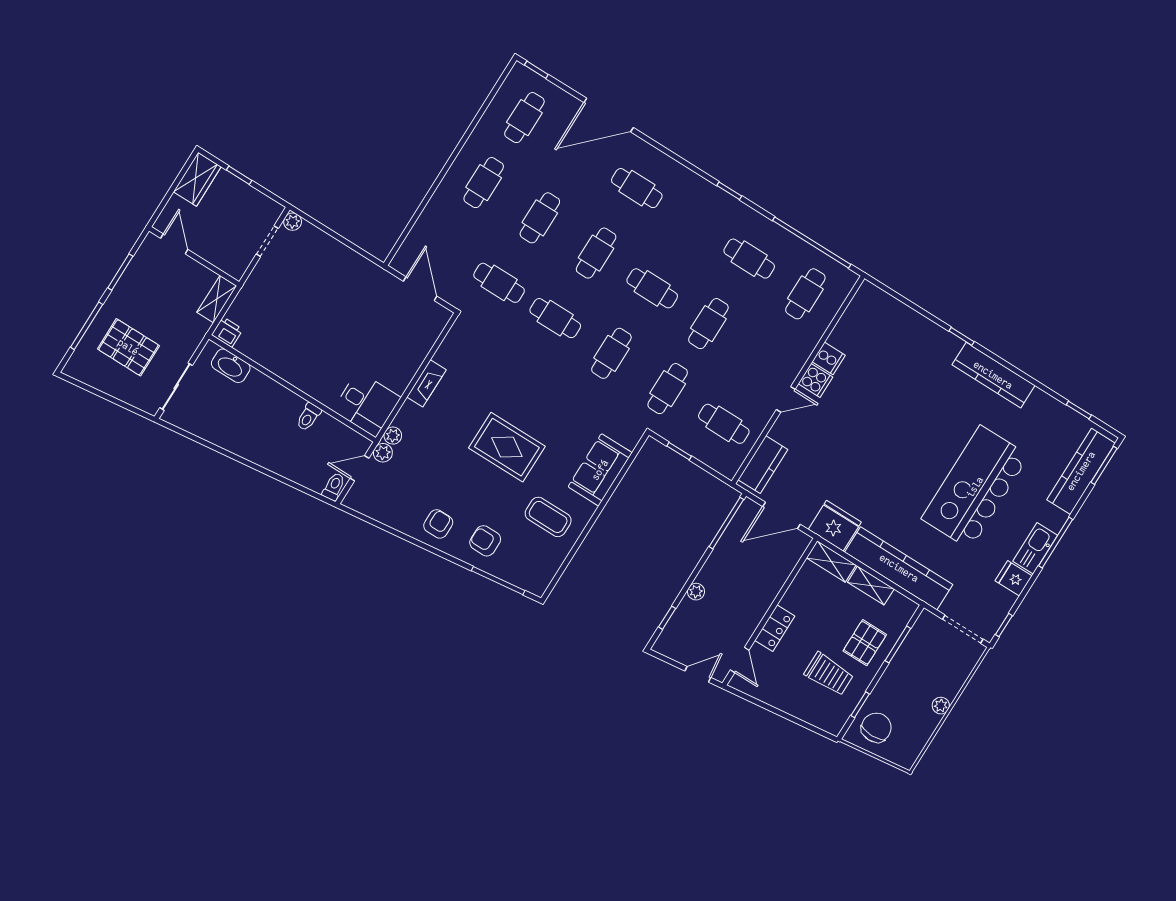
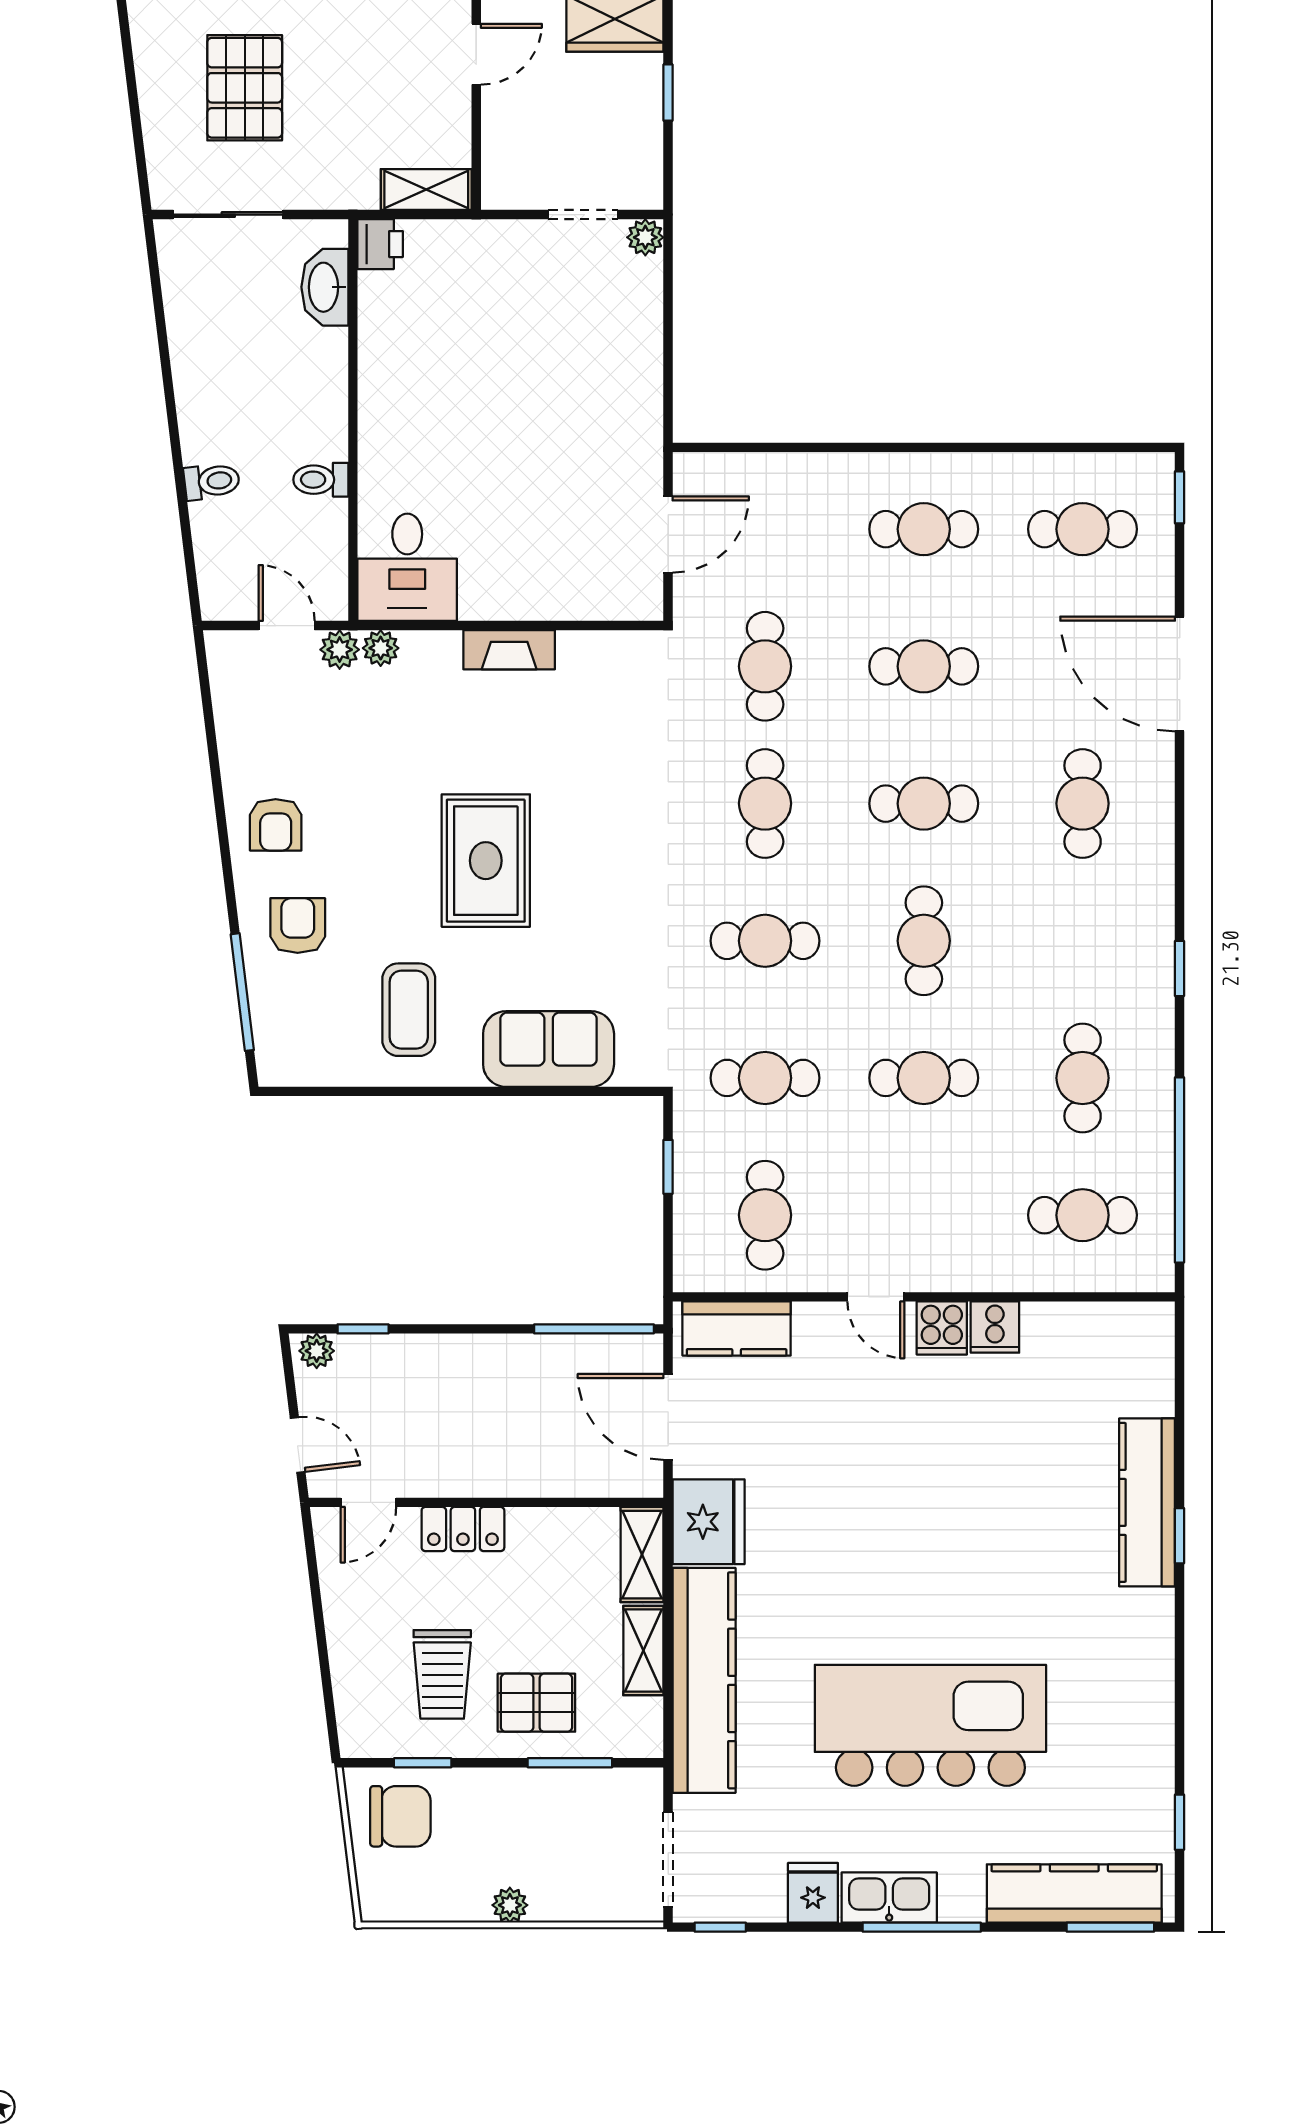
kitchen counter: (993, 375) -> (1147, 1502), moved
toilet: (334, 487) -> (212, 481), moved
armchair: (438, 524) -> (276, 825), turned 90
plant: (696, 592) -> (317, 1351), moved

